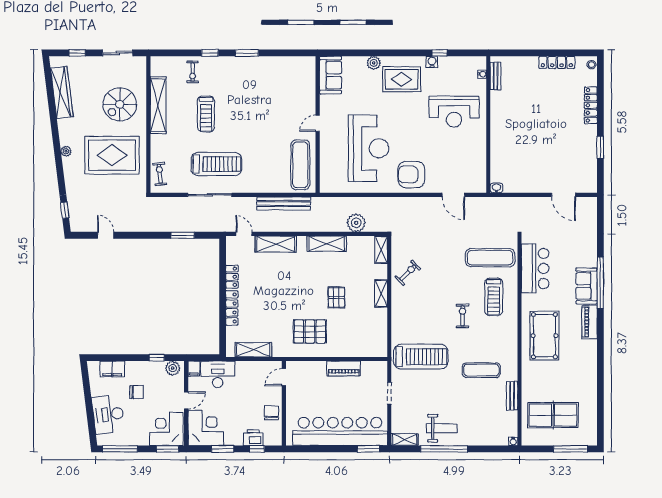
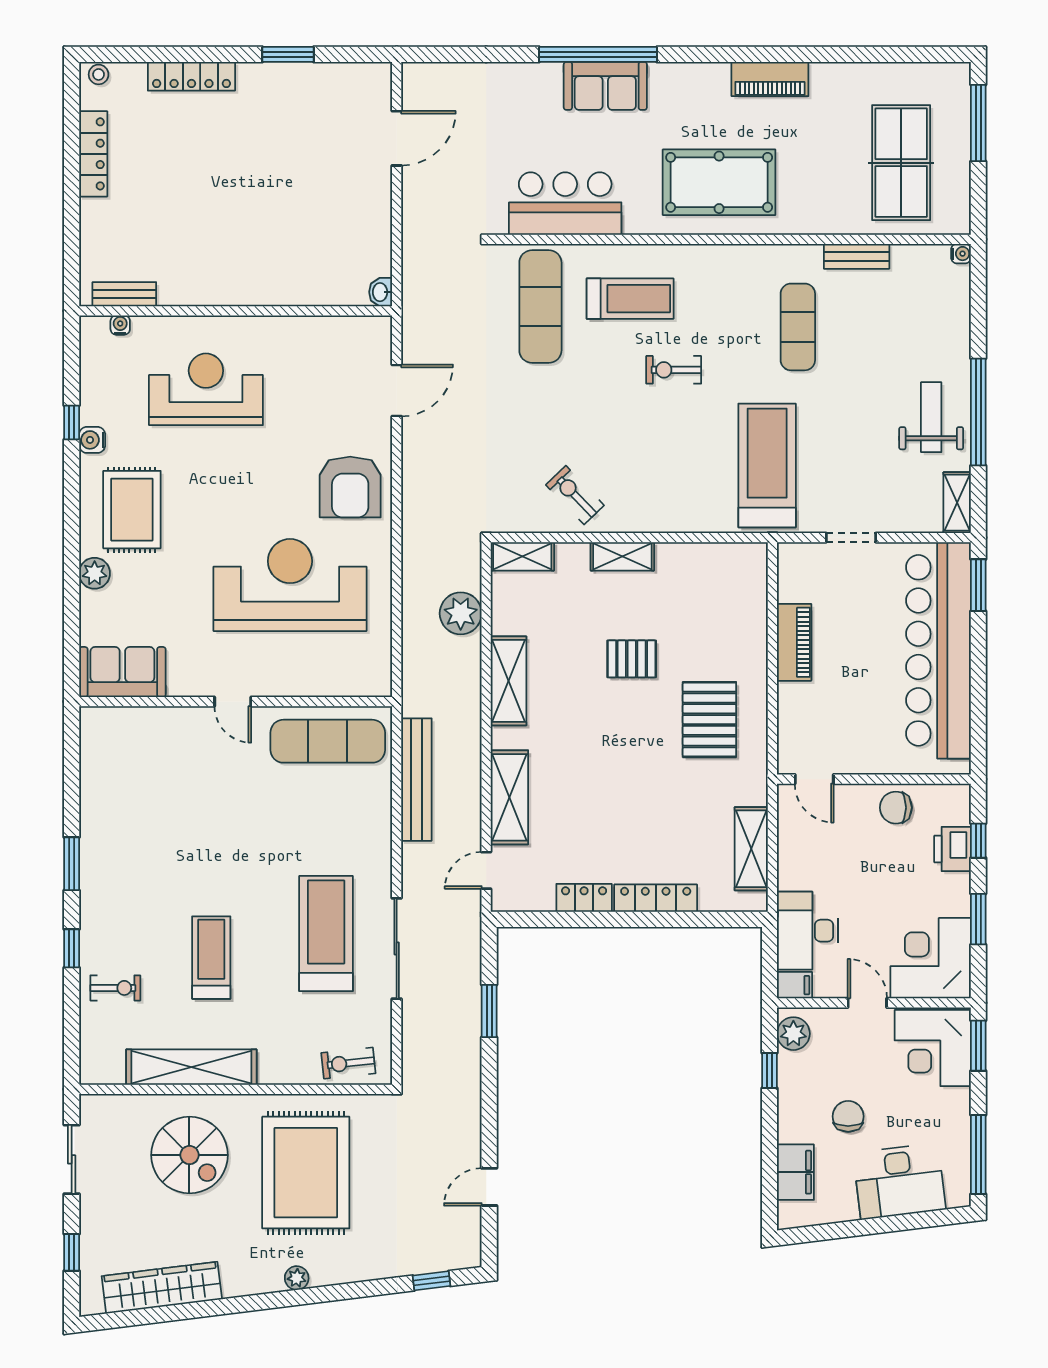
reception desk: (454, 112) -> (206, 389), turned -90
treadmill: (206, 114) -> (211, 958), turned -90
piano: (590, 322) -> (770, 79), moved

